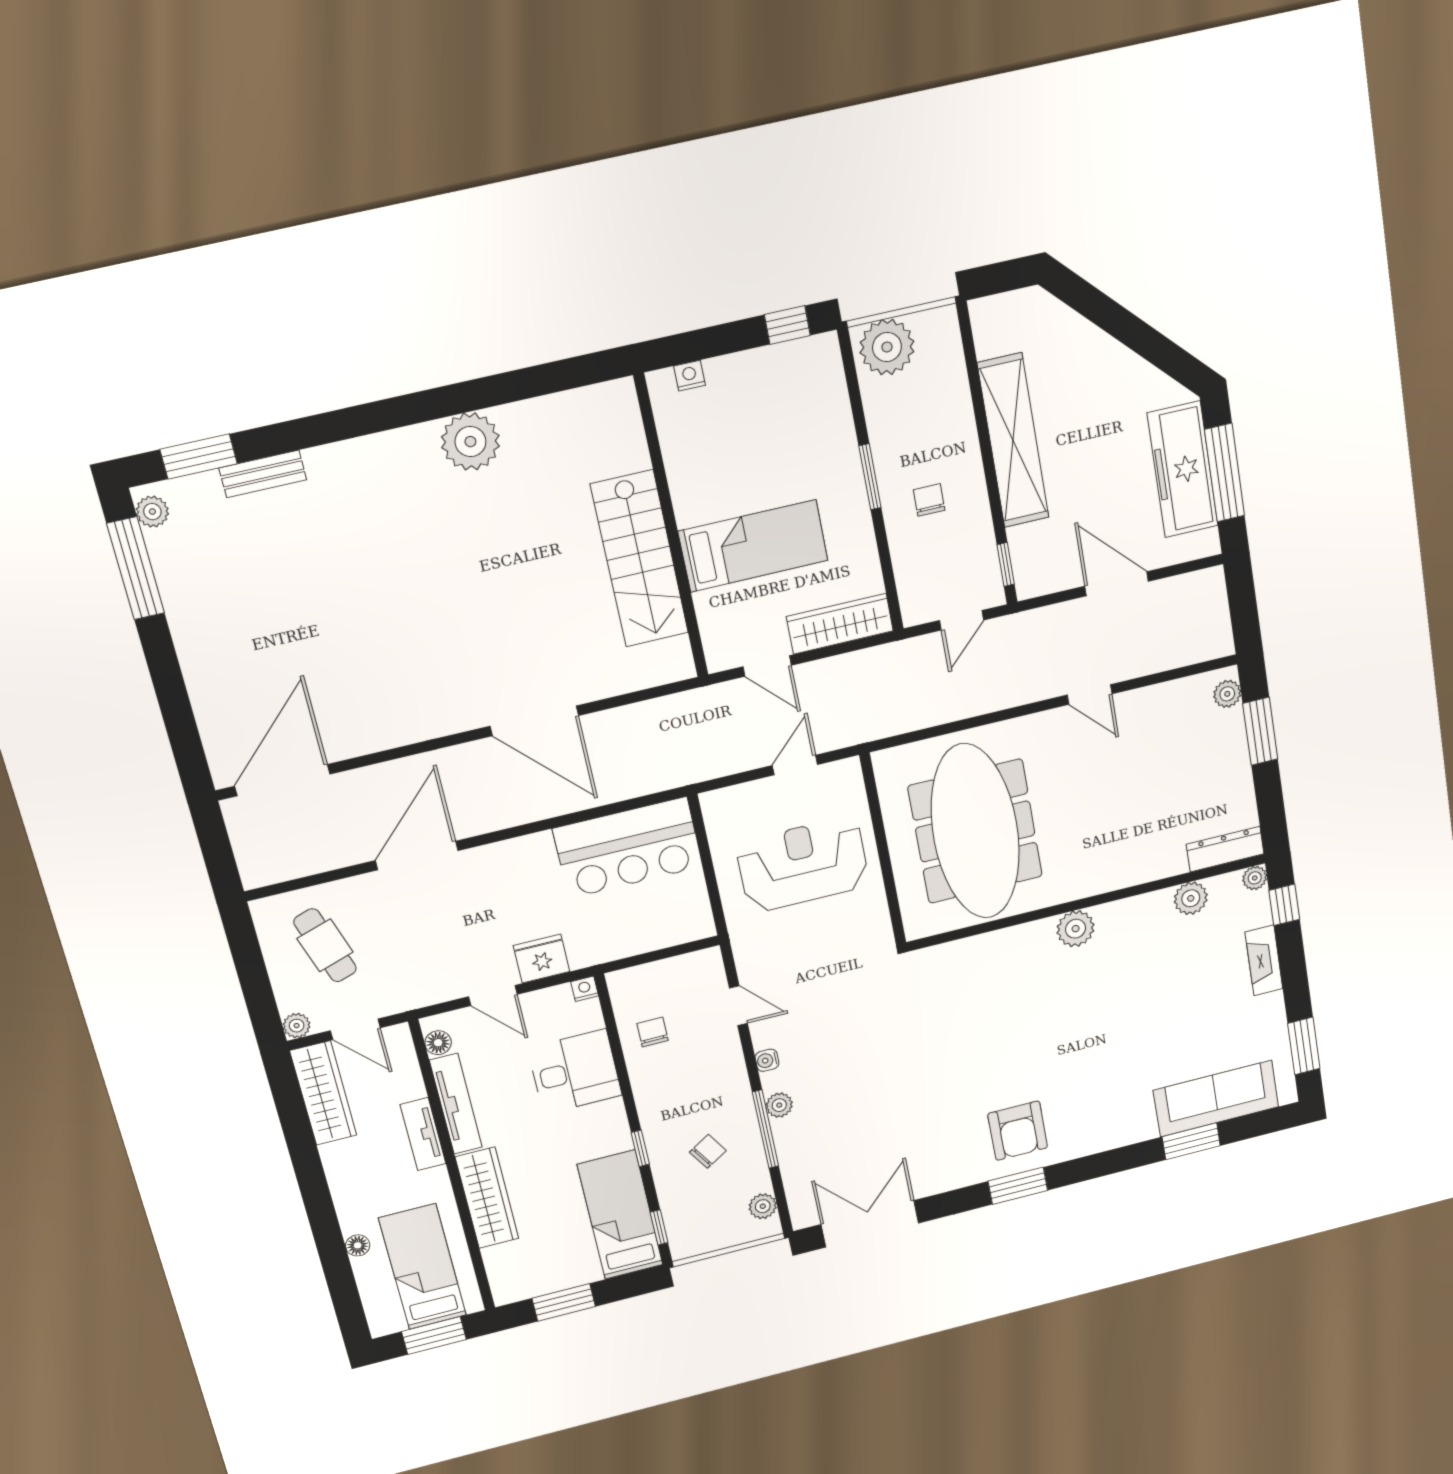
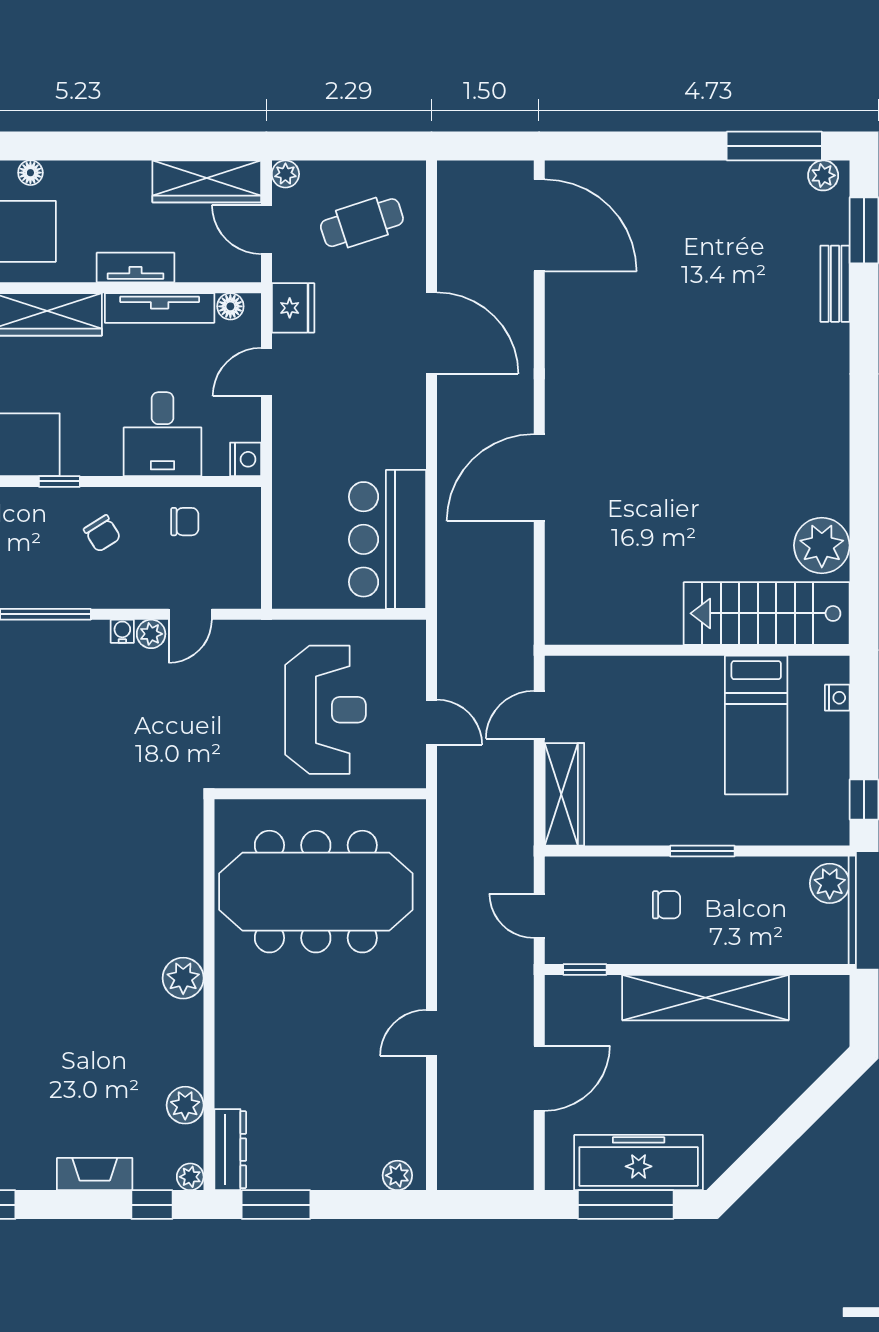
plant: (887, 347) -> (830, 883), width x0.73, depth x0.73
plant: (470, 442) -> (822, 545), moved
bed: (753, 546) -> (756, 725), moved
stairs: (640, 559) -> (767, 613), moved
window: (1260, 731) -> (276, 1205), moved
fridge: (541, 959) -> (293, 308), moved
nightstand: (585, 989) -> (246, 459), width x1.39, depth x1.35
door: (355, 1029) -> (266, 230), hinge flipped
plant: (779, 1105) -> (151, 634), moved
chair: (708, 1151) -> (102, 534), moved

